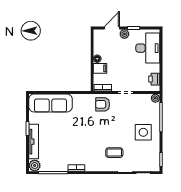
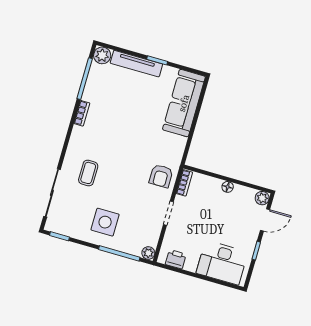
door: (112, 28) -> (265, 220), hinge flipped
plant: (124, 34) -> (262, 198), moved
filing cabinet: (100, 68) -> (213, 187), removed
armchair: (103, 104) -> (161, 176), turned 180

